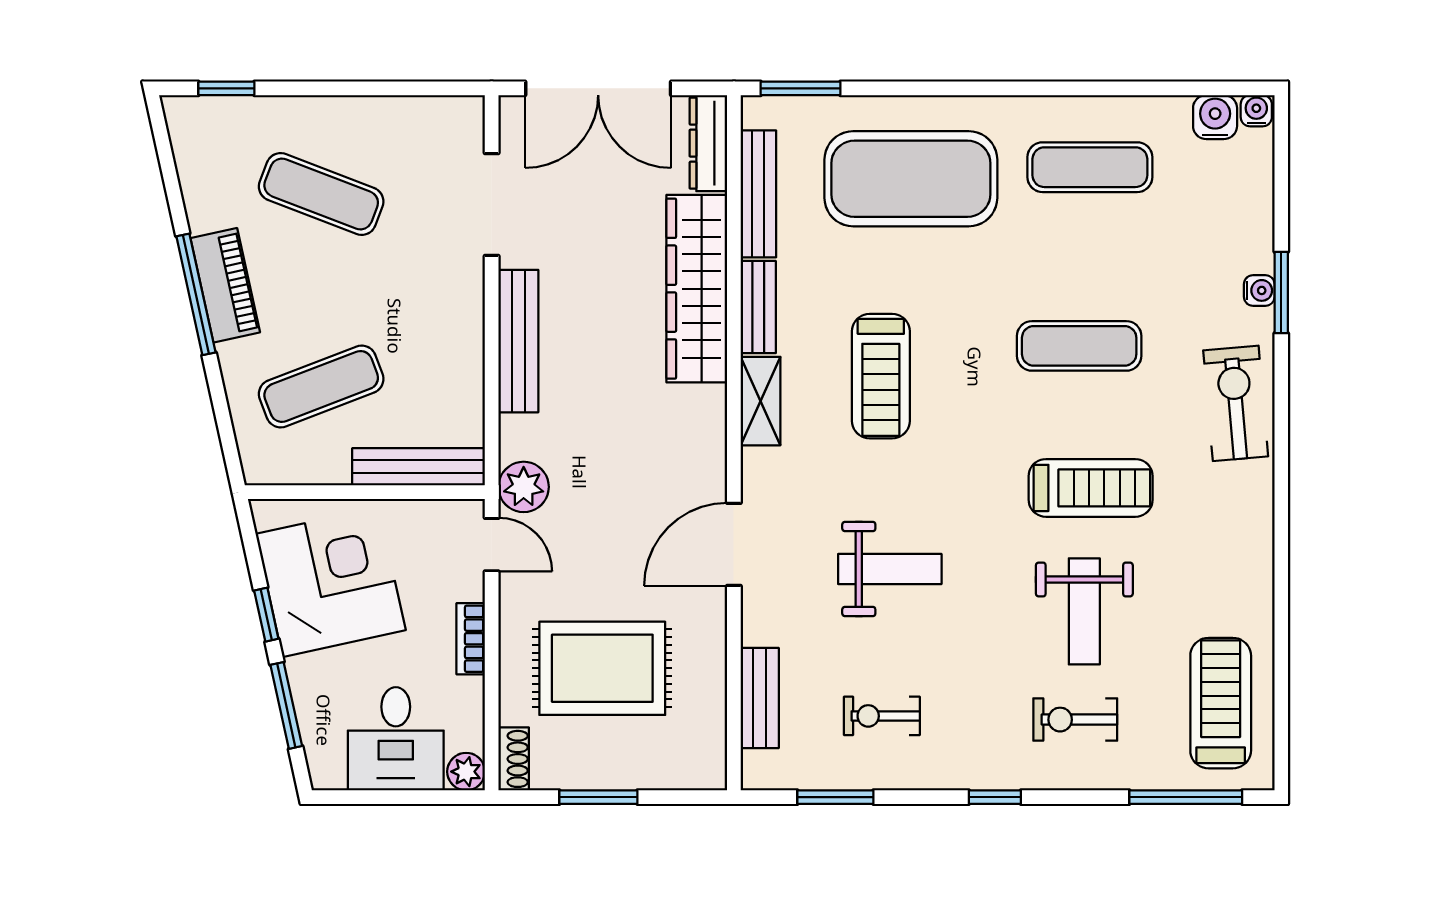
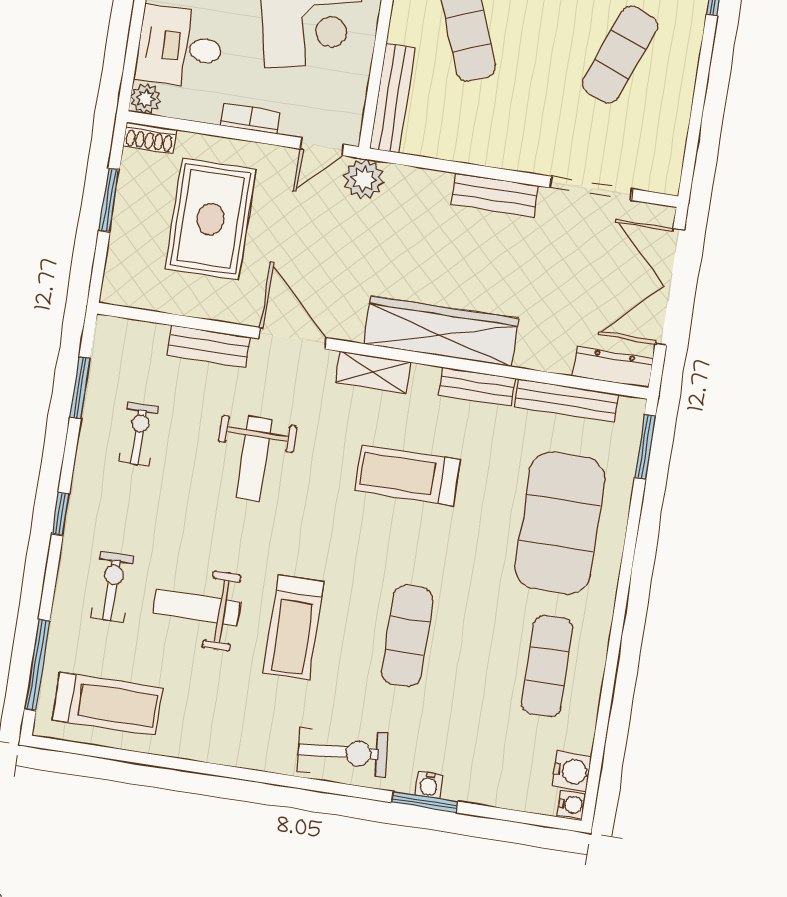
wardrobe: (697, 289) -> (441, 331), moved
bench: (518, 341) -> (495, 195), width x0.73
shelving: (761, 401) -> (373, 372), moved
bench: (760, 698) -> (209, 346), moved

